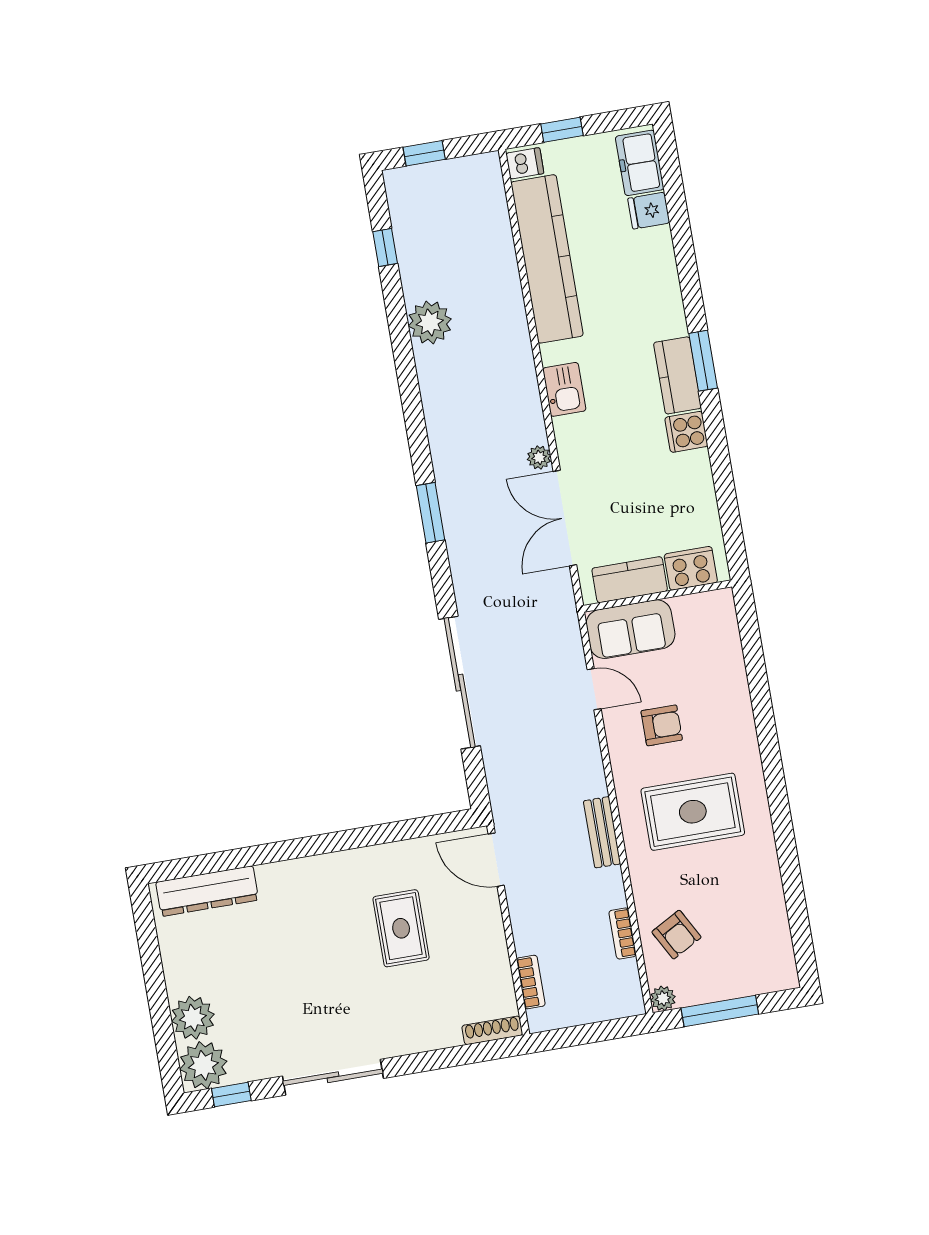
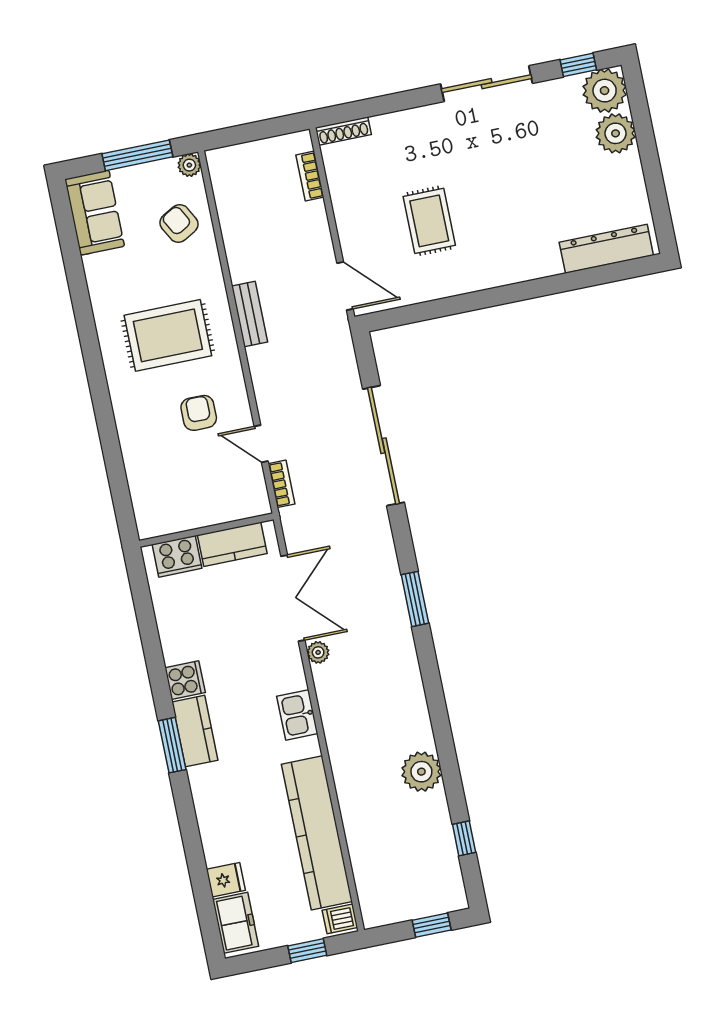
sofa: (631, 629) -> (95, 213), moved, turned 90
armchair: (662, 725) -> (199, 413), turned 90
bookcase: (623, 933) -> (282, 484), moved

